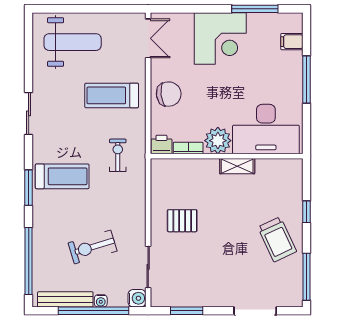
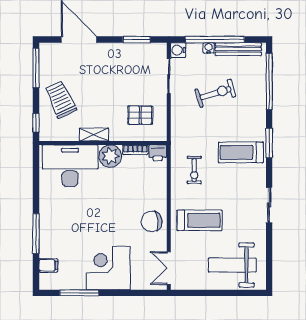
desk: (266, 129) -> (70, 166), moved
plant: (218, 141) -> (110, 156), moved
printer: (161, 144) -> (158, 153), moved
bookcase: (188, 148) -> (135, 150), moved
wall: (227, 156) -> (103, 143), moved
shelving: (237, 166) -> (94, 135), moved

